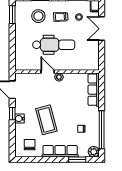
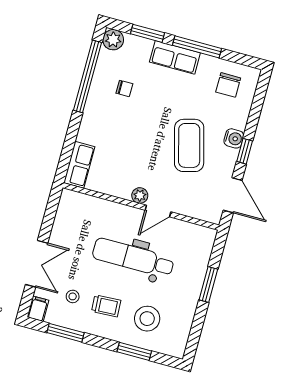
window: (12, 15) -> (208, 285), moved
door: (48, 72) -> (158, 211), hinge flipped
row of seats: (94, 90) -> (79, 165), width x0.68
coffee table: (46, 120) -> (189, 145), moved
row of seats: (60, 151) -> (175, 57), width x0.68
window: (50, 160) -> (197, 47), added

